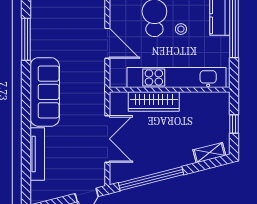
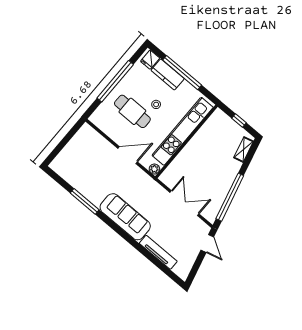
plant: (116, 81) -> (154, 169), added
wardrobe: (154, 101) -> (185, 157), removed

